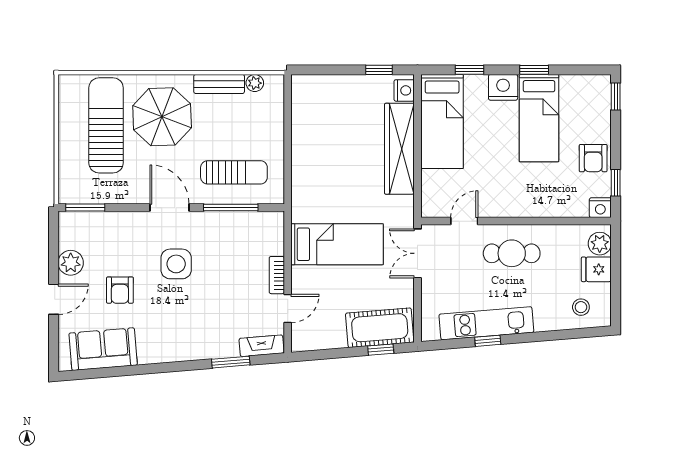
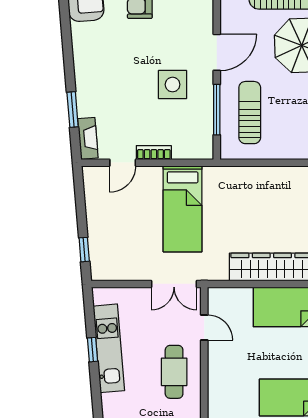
sun lounger: (234, 172) -> (250, 113), turned 180
double door: (417, 253) -> (174, 284), swing flipped
side table: (176, 264) -> (173, 85), moved
door: (288, 308) -> (123, 163), hinge flipped
cot: (380, 328) -> (105, 249), removed

